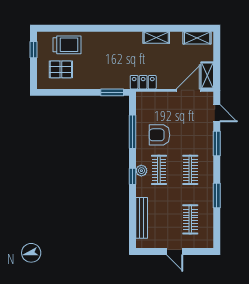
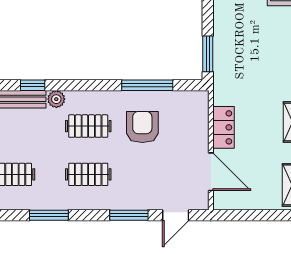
shelving: (207, 76) -> (234, 201), removed
locker: (143, 82) -> (224, 127), moved
plant: (141, 171) -> (56, 99), moved
window: (132, 176) -> (33, 85), moved

